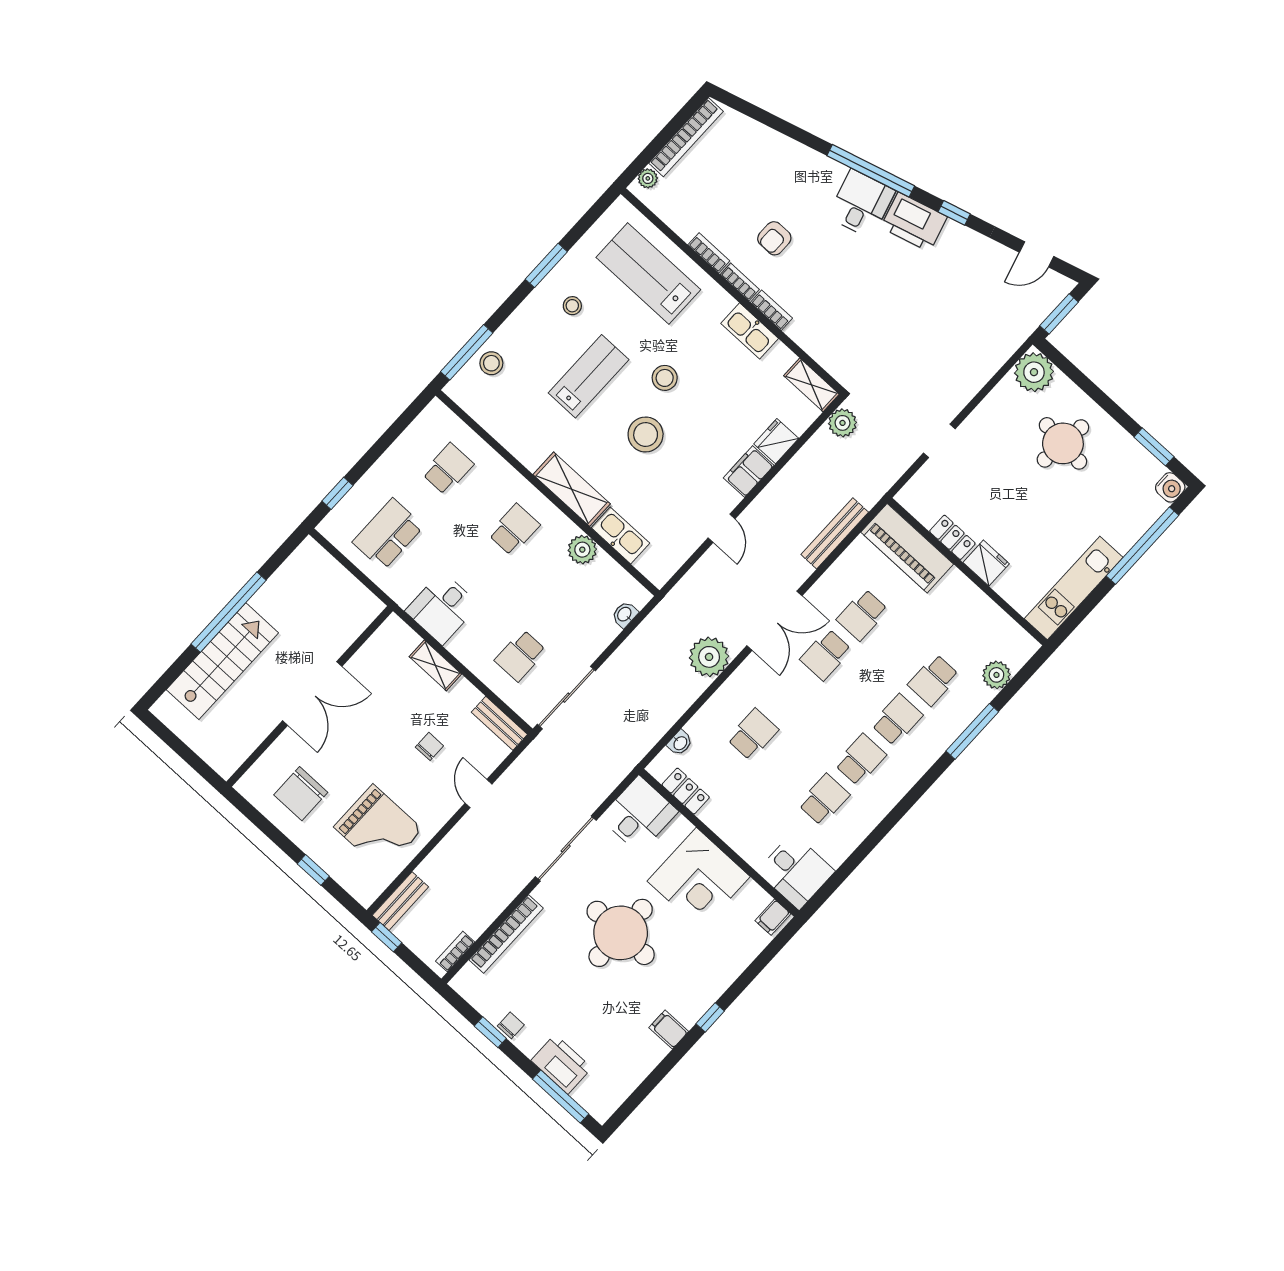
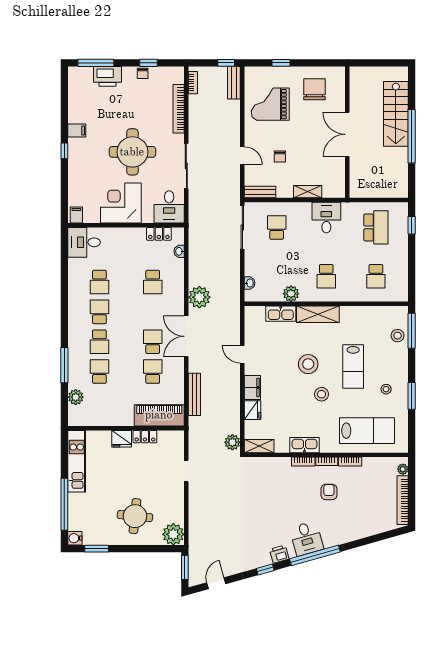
printer: (914, 222) -> (279, 554), width x0.53, depth x0.68
school desk: (860, 760) -> (99, 312), turned 180

